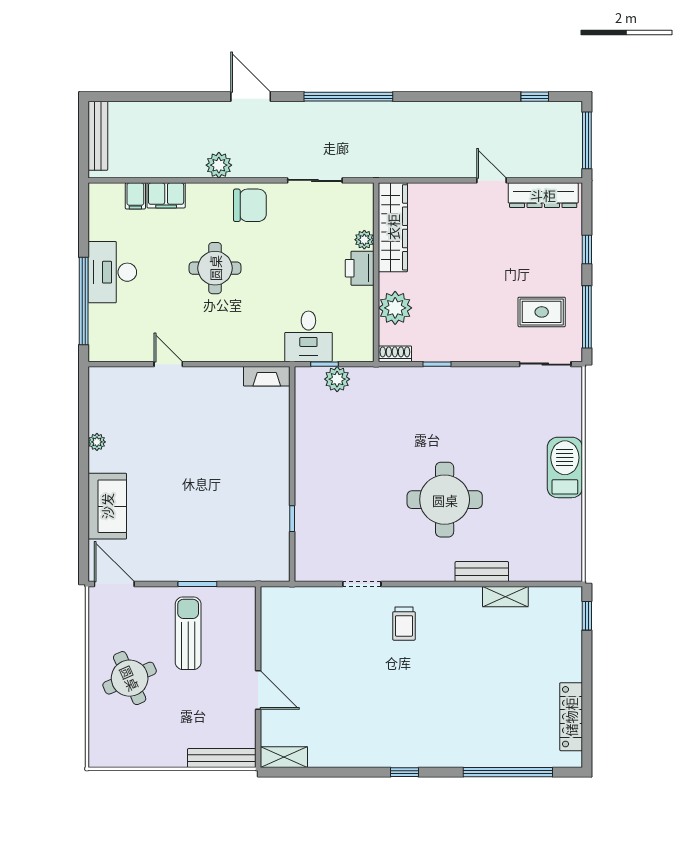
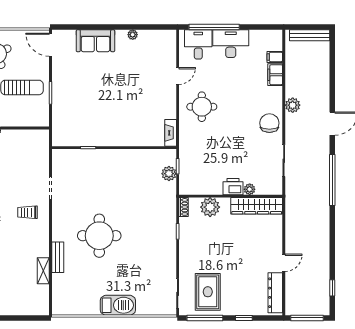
chair: (250, 205) -> (269, 123), turned 180
round table: (215, 268) -> (202, 107), moved
rug: (542, 312) -> (208, 292), width x1.36, depth x1.43
desk: (308, 336) -> (198, 44), moved, turned 90
door: (114, 584) -> (50, 45), swing flipped
window: (587, 616) -> (32, 318), removed

